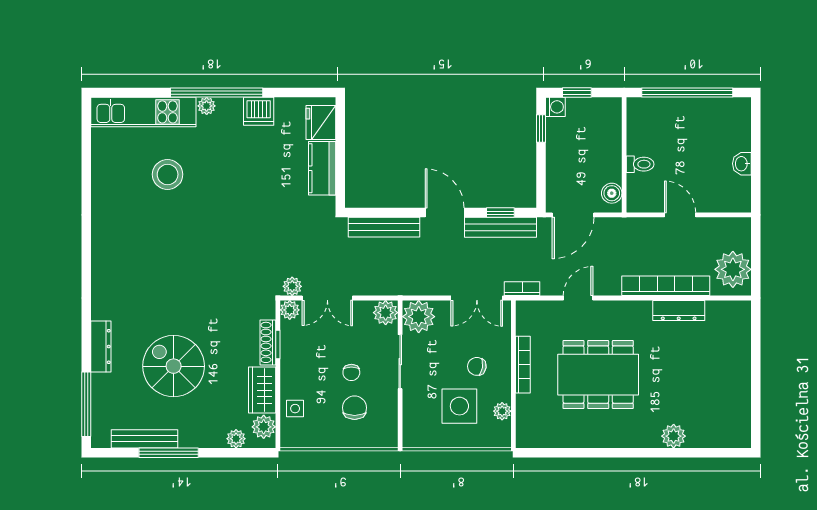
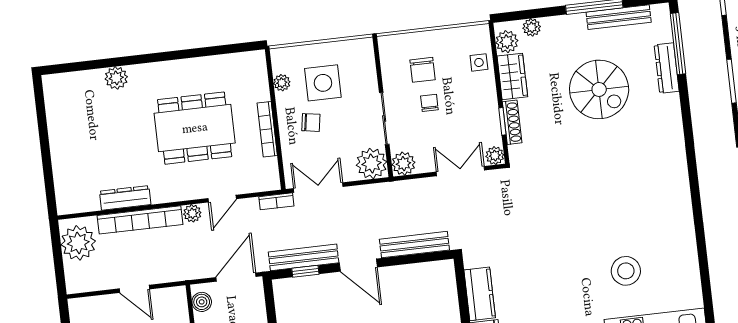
plant: (292, 286) -> (192, 213), moved
dresser: (101, 347) -> (667, 68), moved

